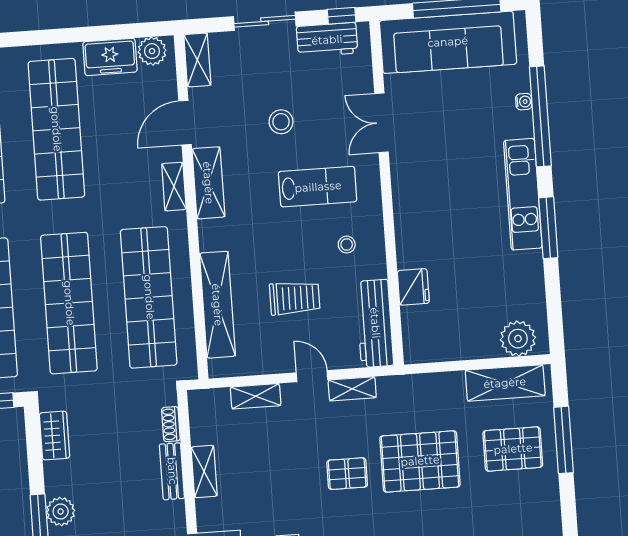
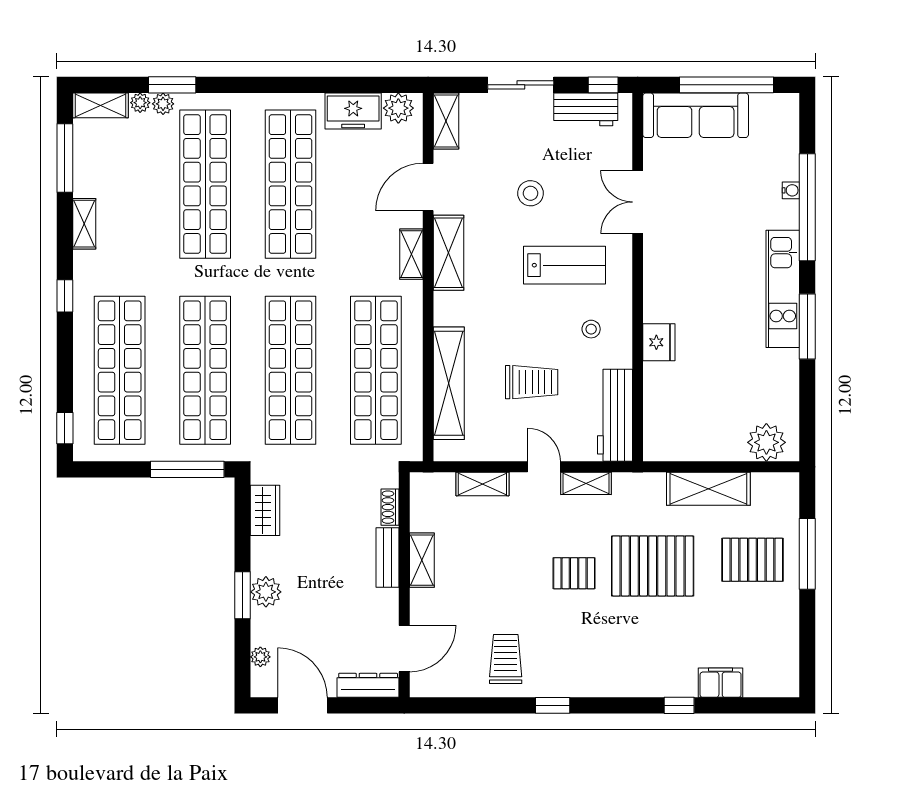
sofa: (448, 42) -> (696, 115), width x0.74, depth x0.79
fridge: (413, 287) -> (659, 342), moved
shelving: (505, 383) -> (708, 489), moved

